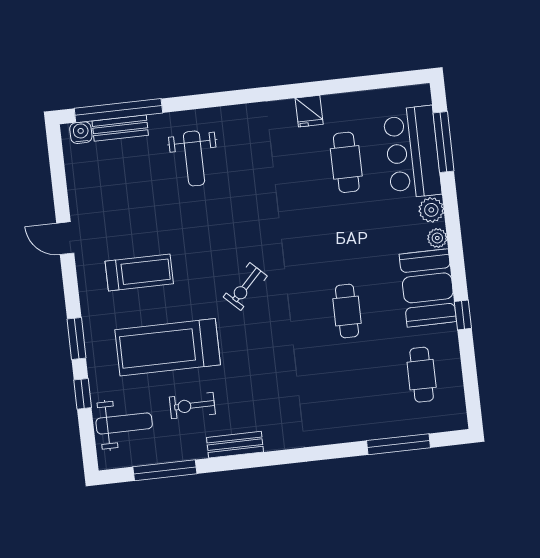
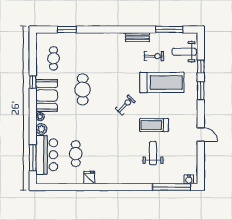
bench: (120, 128) -> (172, 179), removed
weight bench: (194, 158) -> (153, 153), moved
treadmill: (139, 272) -> (154, 125), moved
cafe table: (347, 311) -> (83, 89), width x1.37, depth x1.35
window: (399, 444) -> (67, 29), width x0.69

